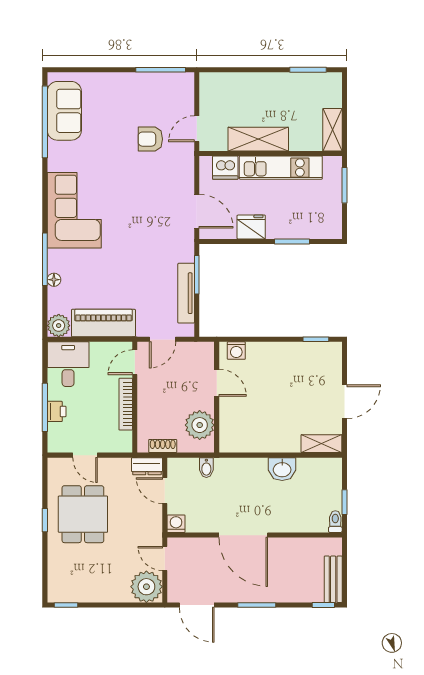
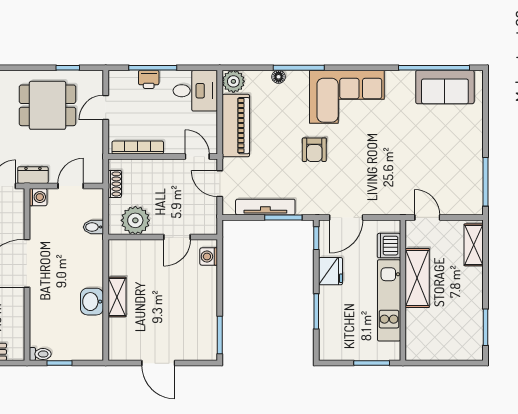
shelving: (332, 130) -> (474, 245), moved, turned 90
armchair: (150, 139) -> (314, 150), moved, turned 180
window: (218, 241) -> (316, 238), added
window: (316, 339) -> (220, 335), width x1.50
bookcase: (126, 404) -> (138, 147), moved
shelving: (321, 444) -> (117, 297), moved
dresser: (147, 466) -> (33, 175), moved, turned 90
window: (45, 520) -> (68, 68), moved

